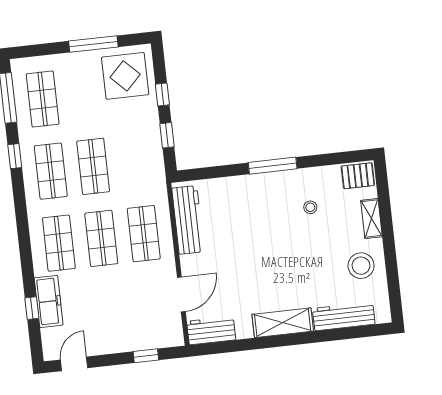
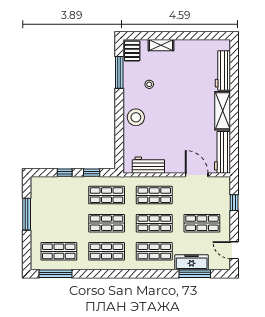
display table: (125, 76) -> (50, 196), removed
window: (15, 156) -> (94, 274), removed
shop shelf: (136, 162) -> (107, 195), added
window: (273, 166) -> (119, 72), moved
workbench: (188, 220) -> (148, 165), width x0.73
stool: (361, 266) -> (136, 117), moved
window: (32, 308) -> (195, 274), width x2.17
shop shelf: (109, 311) -> (202, 223), added
workbench: (211, 330) -> (222, 152), width x1.38

